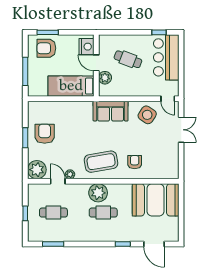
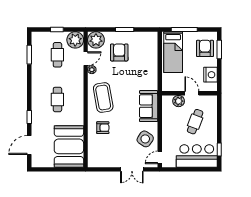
nightstand: (86, 47) -> (210, 75), moved, turned -90
door: (96, 63) -> (192, 93), hinge flipped
bed: (71, 86) -> (173, 52), moved, turned 180
armchair: (45, 134) -> (119, 52), moved, turned -90
plant: (98, 193) -> (75, 40), moved

